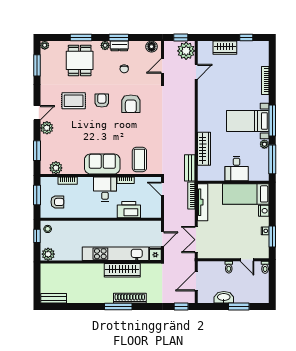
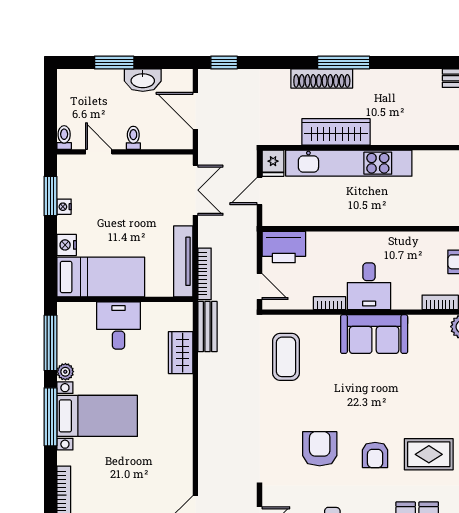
wardrobe: (204, 149) -> (181, 353), width x0.67
coffee table: (139, 160) -> (286, 357), moved
printer: (129, 210) -> (284, 247), moved
door: (196, 281) -> (195, 111), swing flipped

